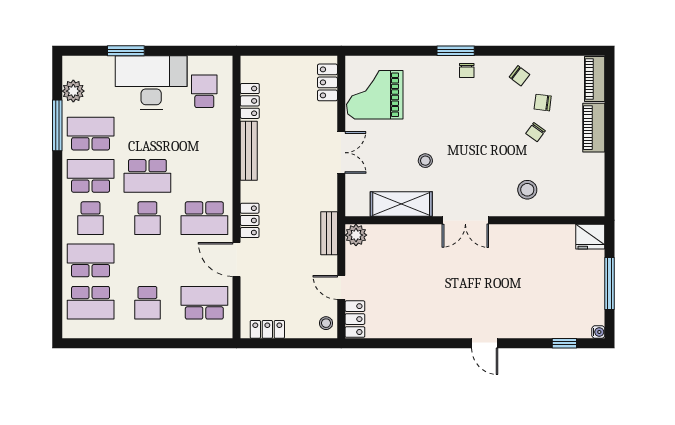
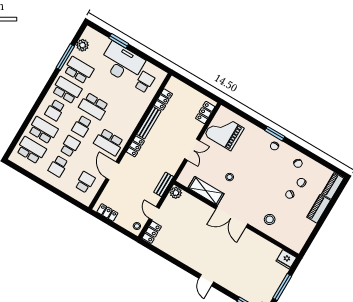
locker: (250, 220) -> (135, 146), moved
double door: (465, 220) -> (232, 216), width x1.37
school desk: (147, 260) -> (70, 146), added
school desk: (91, 303) -> (31, 150), turned 180
school desk: (204, 303) -> (85, 182), width x0.54

